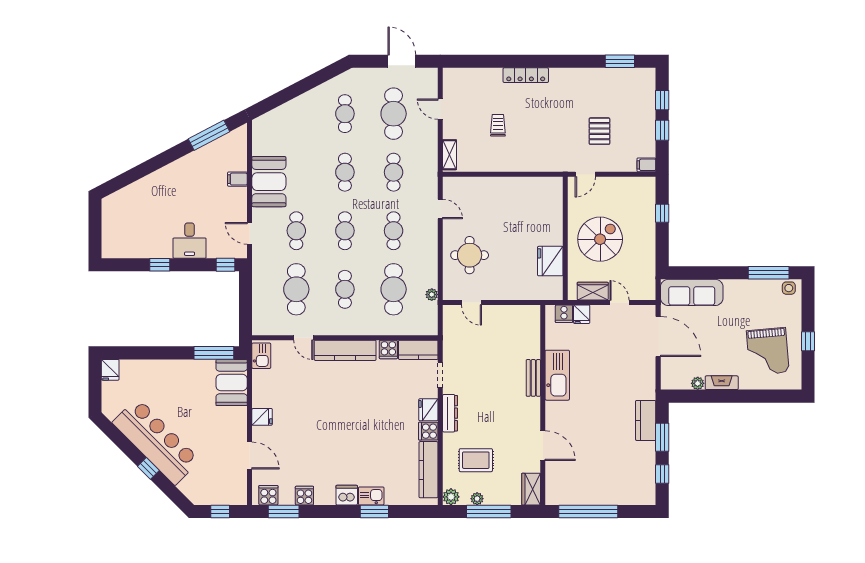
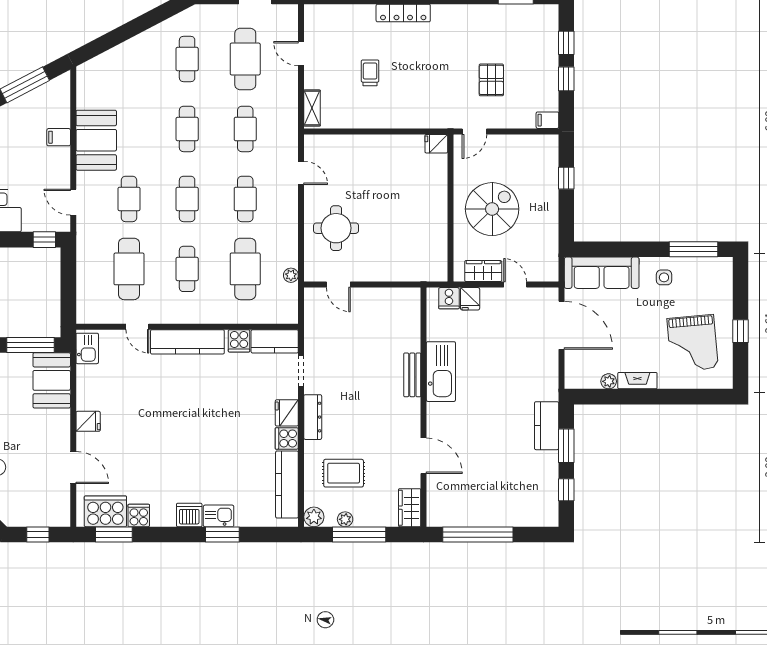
fridge: (550, 261) -> (436, 144), moved, width x0.53, depth x0.75
side table: (789, 288) -> (664, 277), moved
cooker: (268, 495) -> (105, 511), width x1.87, depth x1.31

